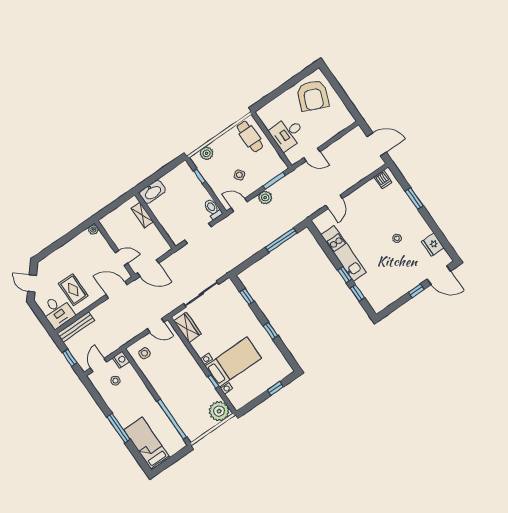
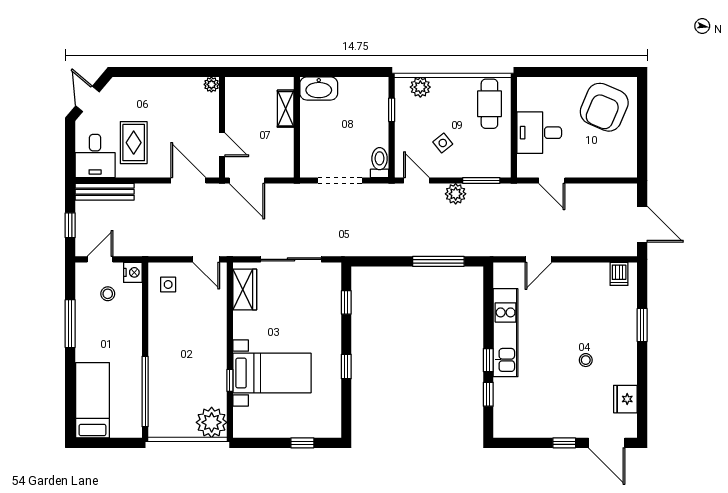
window: (118, 428) -> (70, 324), moved

